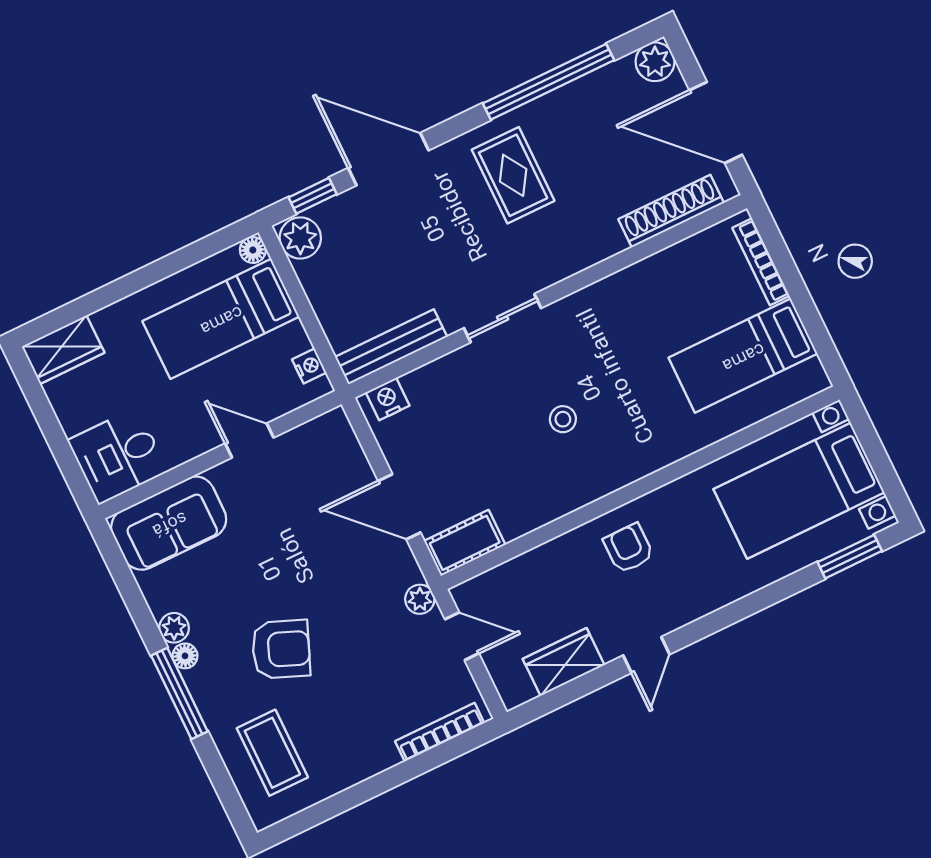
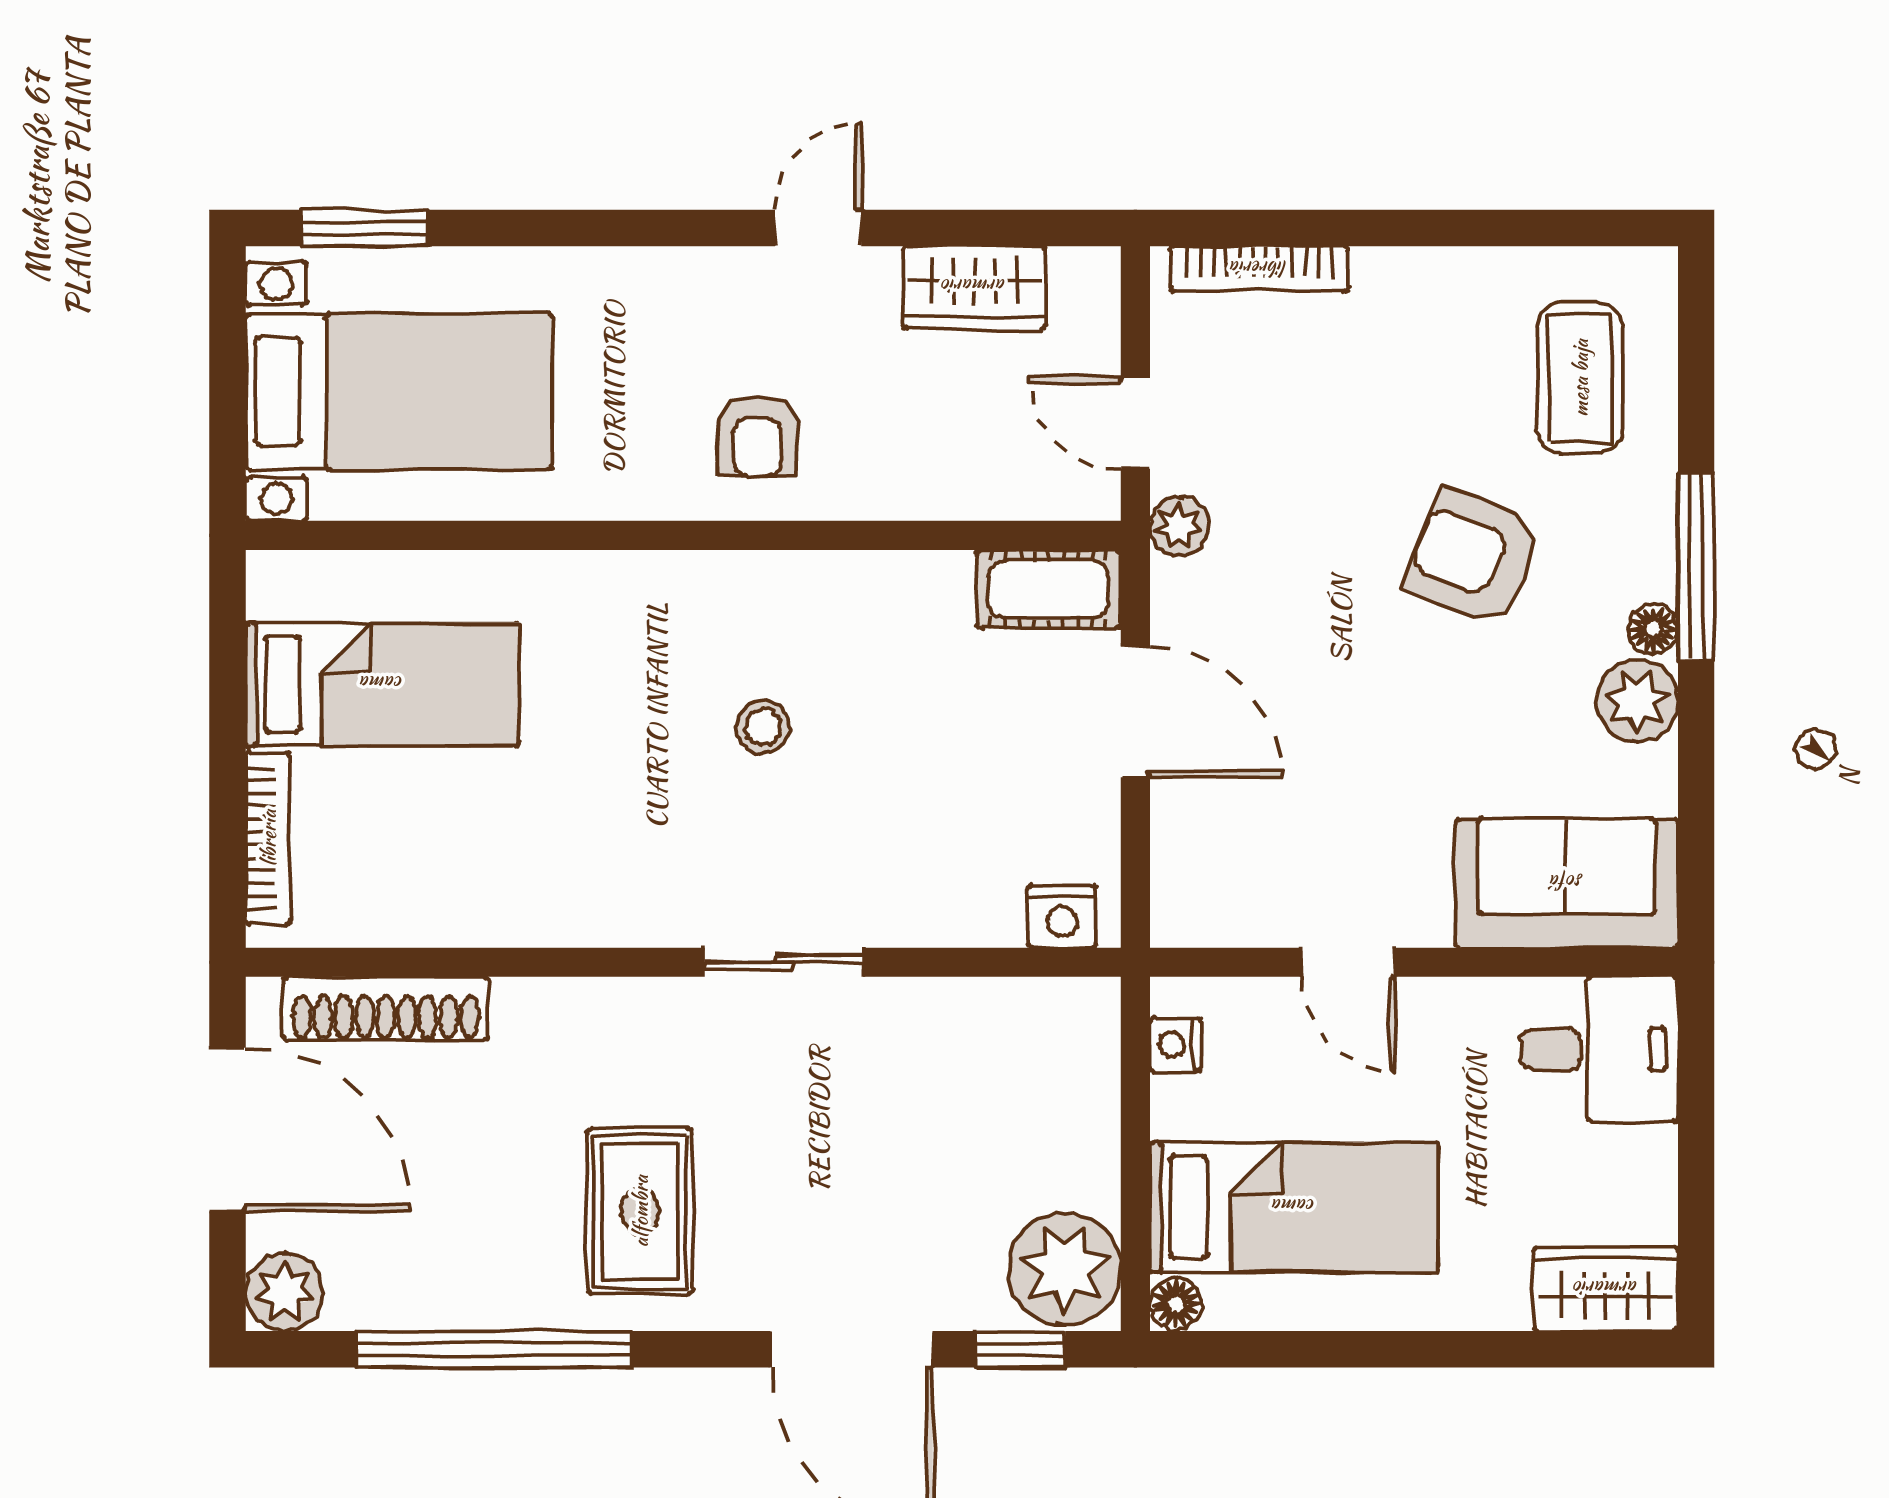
plant: (300, 238) -> (1065, 1269), width x1.36, depth x1.36
bench: (391, 347) -> (1011, 1008), removed
plant: (174, 628) -> (1637, 701), width x1.38, depth x1.38

